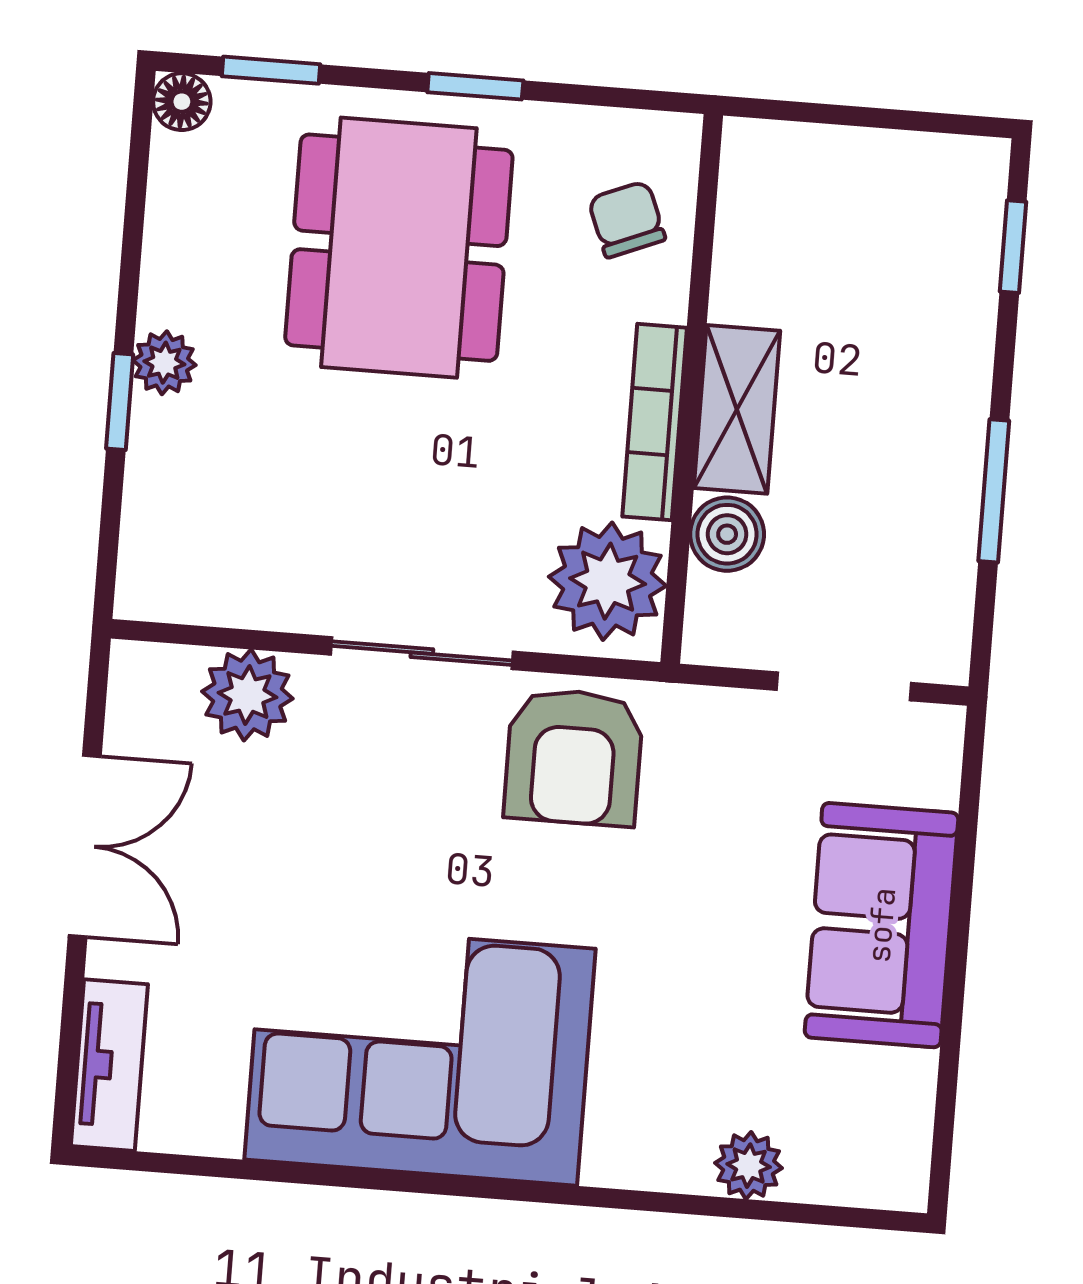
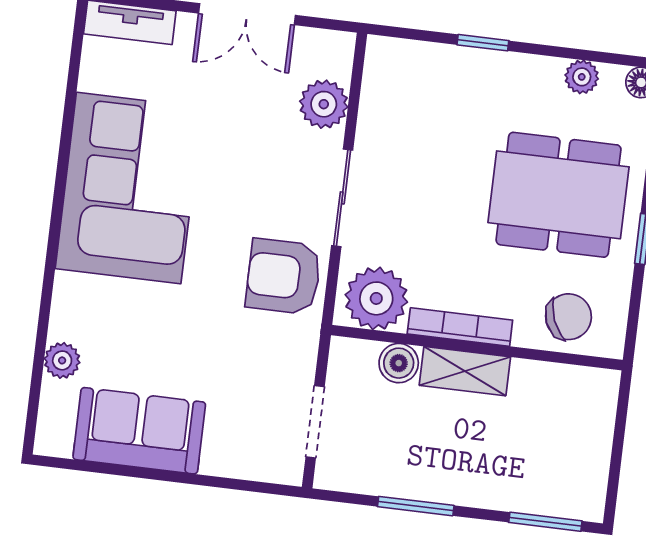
chair: (627, 219) -> (569, 317), width x1.37, depth x1.37
window: (1013, 247) -> (545, 522), width x1.50
plant: (164, 363) -> (582, 77), moved
sofa: (881, 925) -> (139, 431), moved

